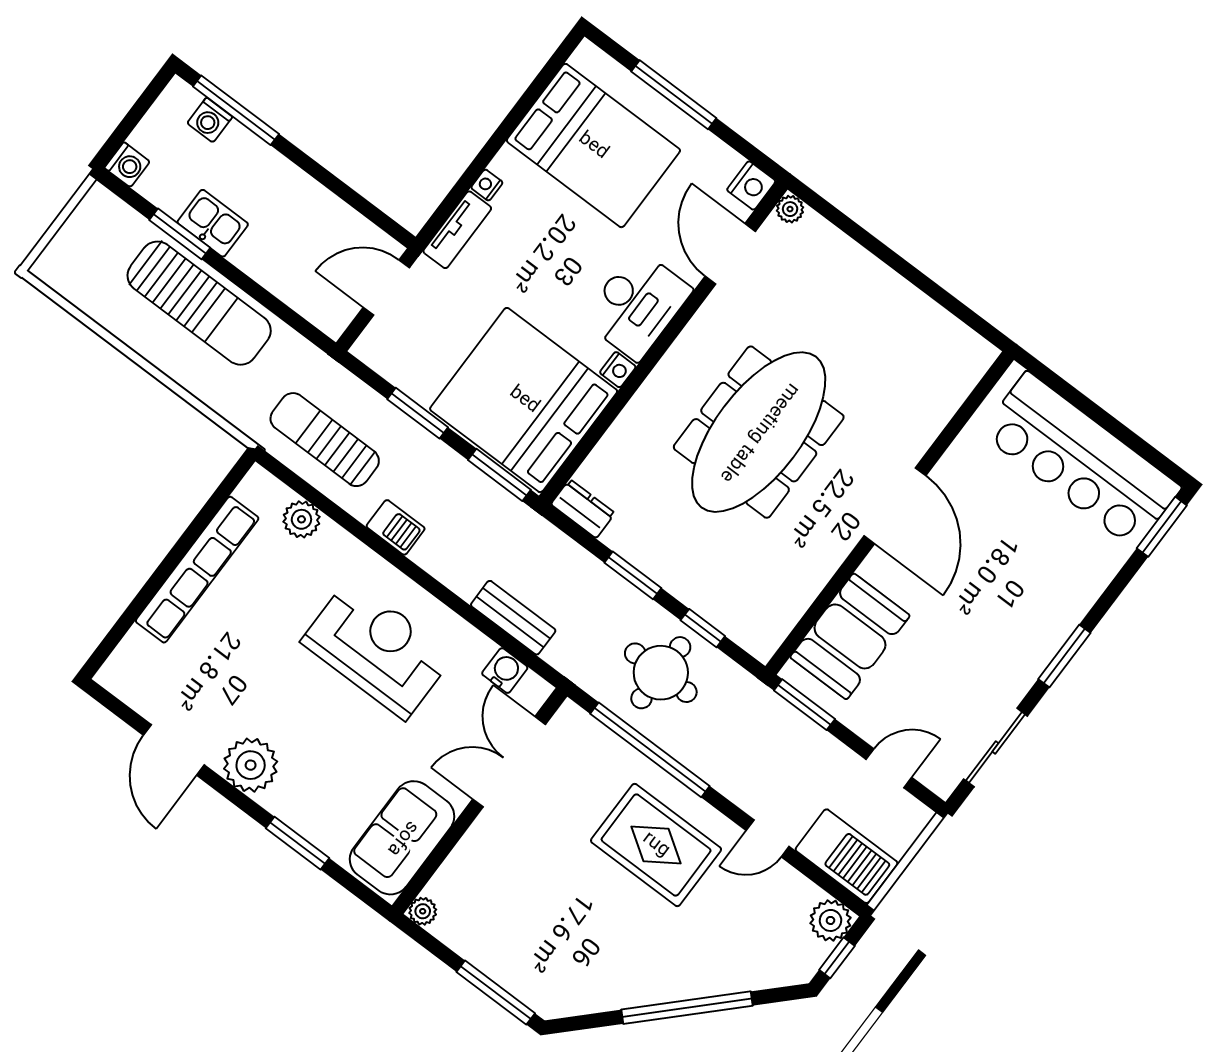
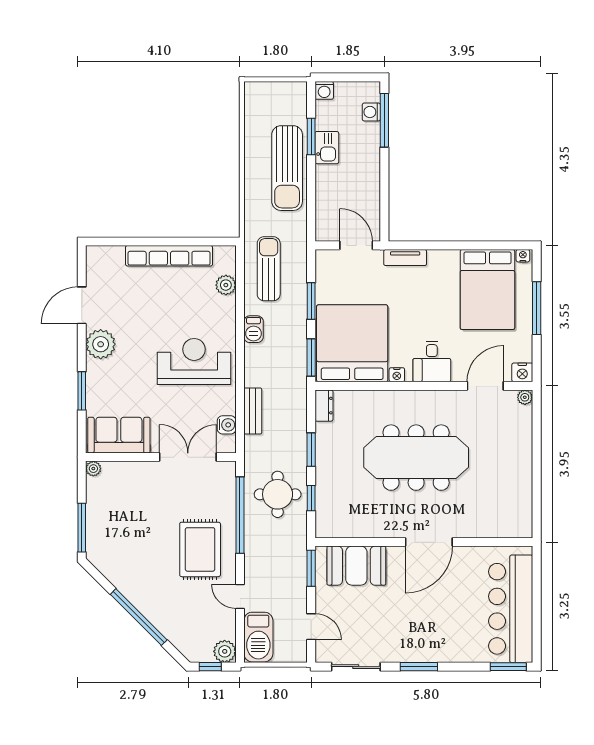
nightstand: (487, 185) -> (523, 256), moved
desk: (637, 305) -> (432, 362), width x0.73
reception desk: (377, 649) -> (194, 361), turned -90

